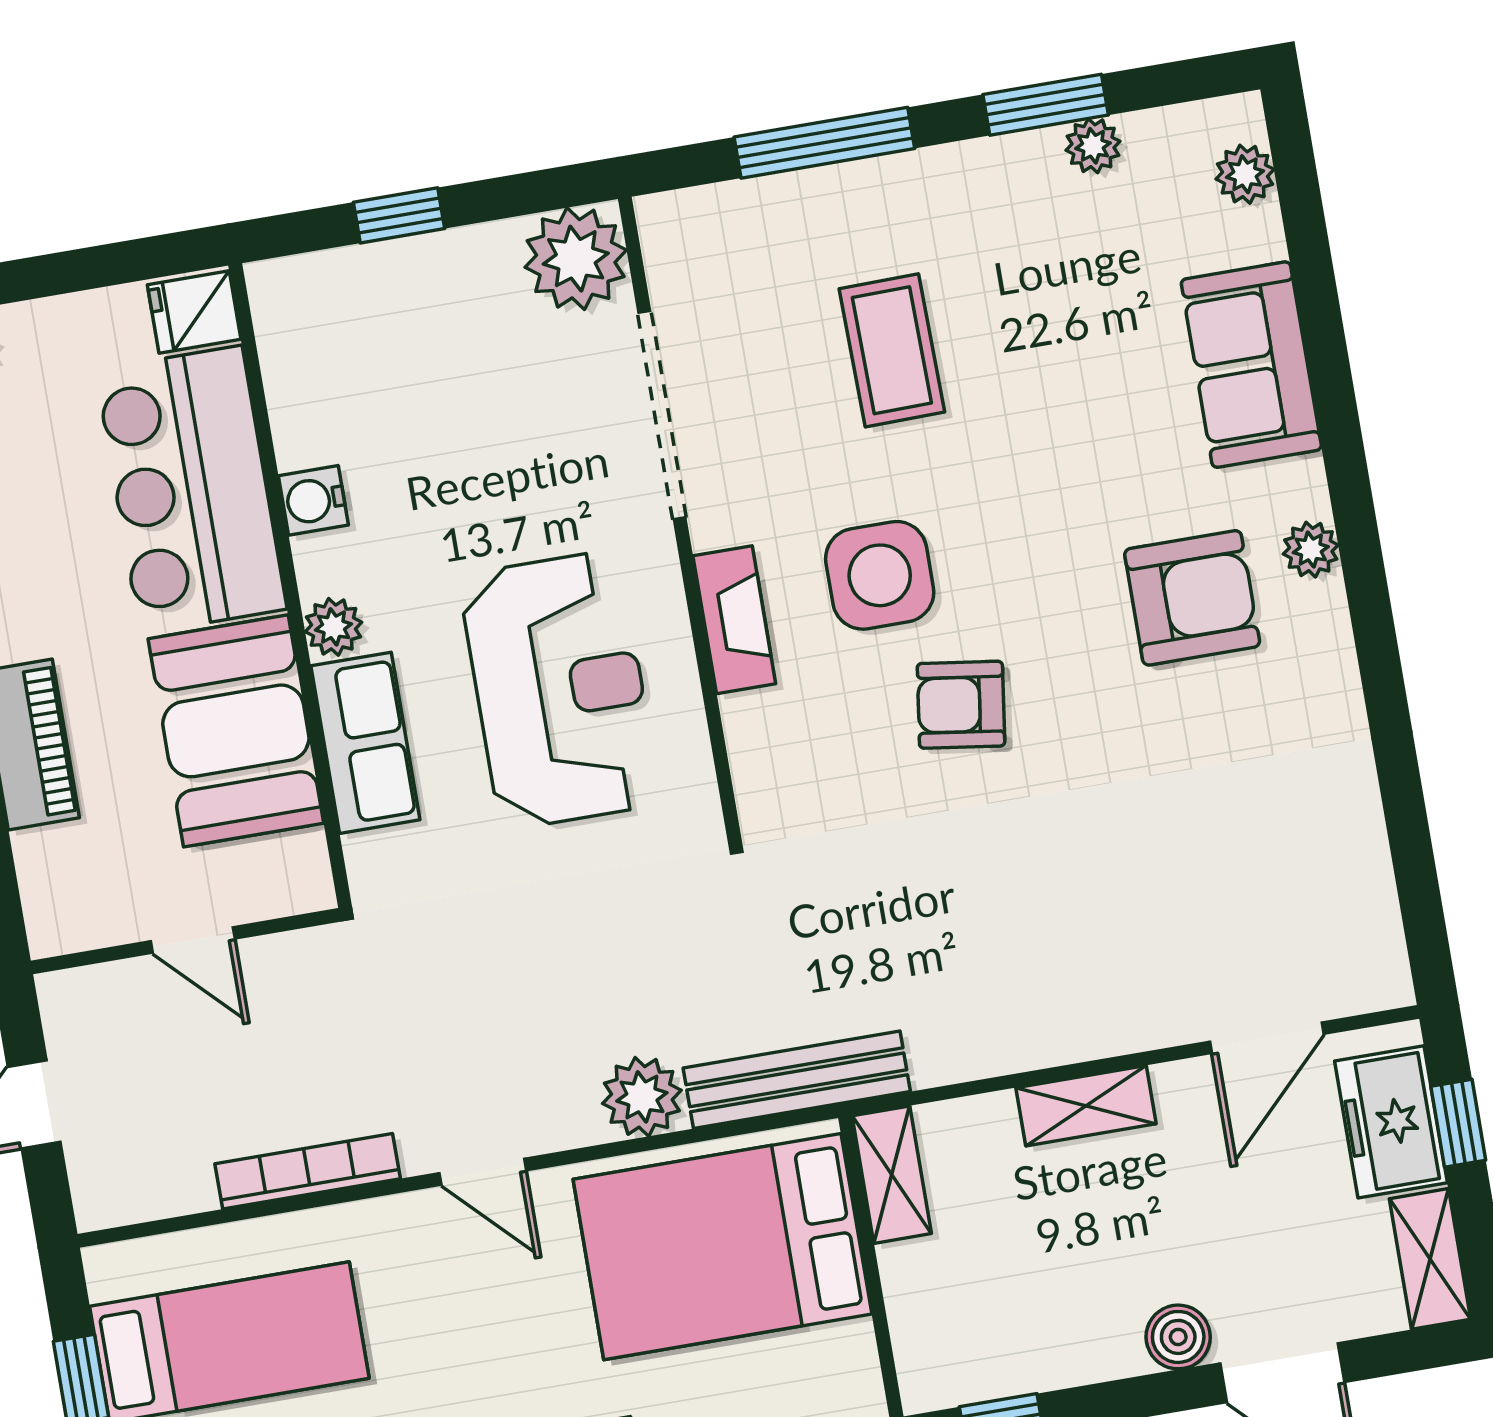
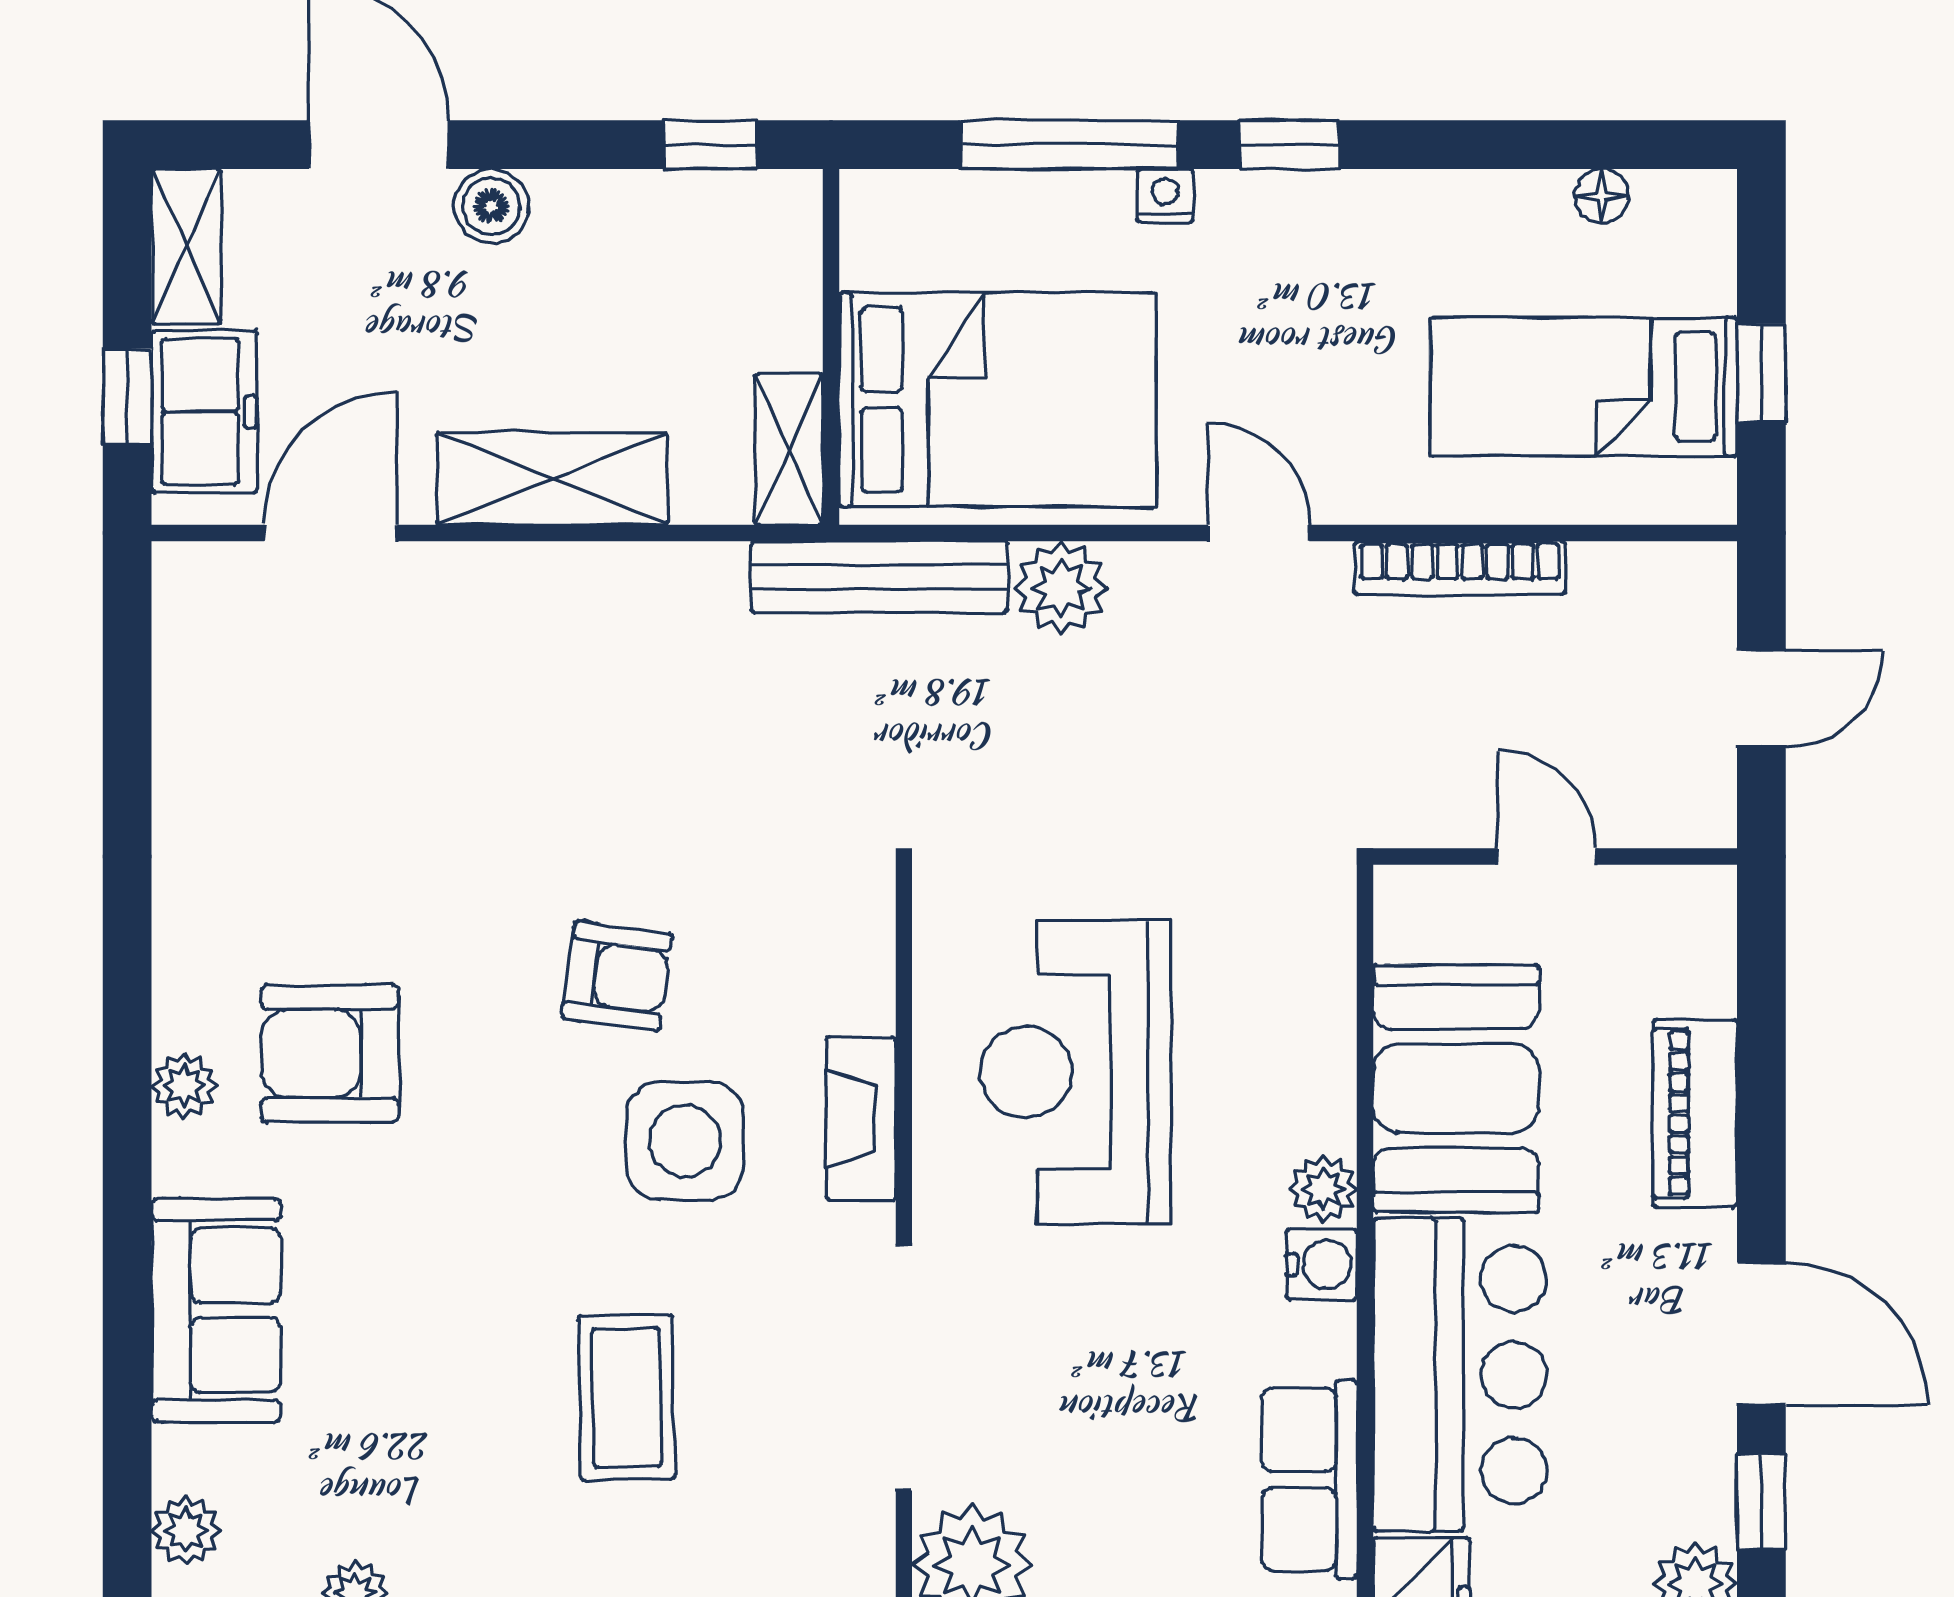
water cooler: (313, 500) -> (1321, 1265), moved
row of seats: (365, 743) -> (1309, 1480), moved
shelving: (1086, 1106) -> (552, 479), width x1.50, depth x1.33

